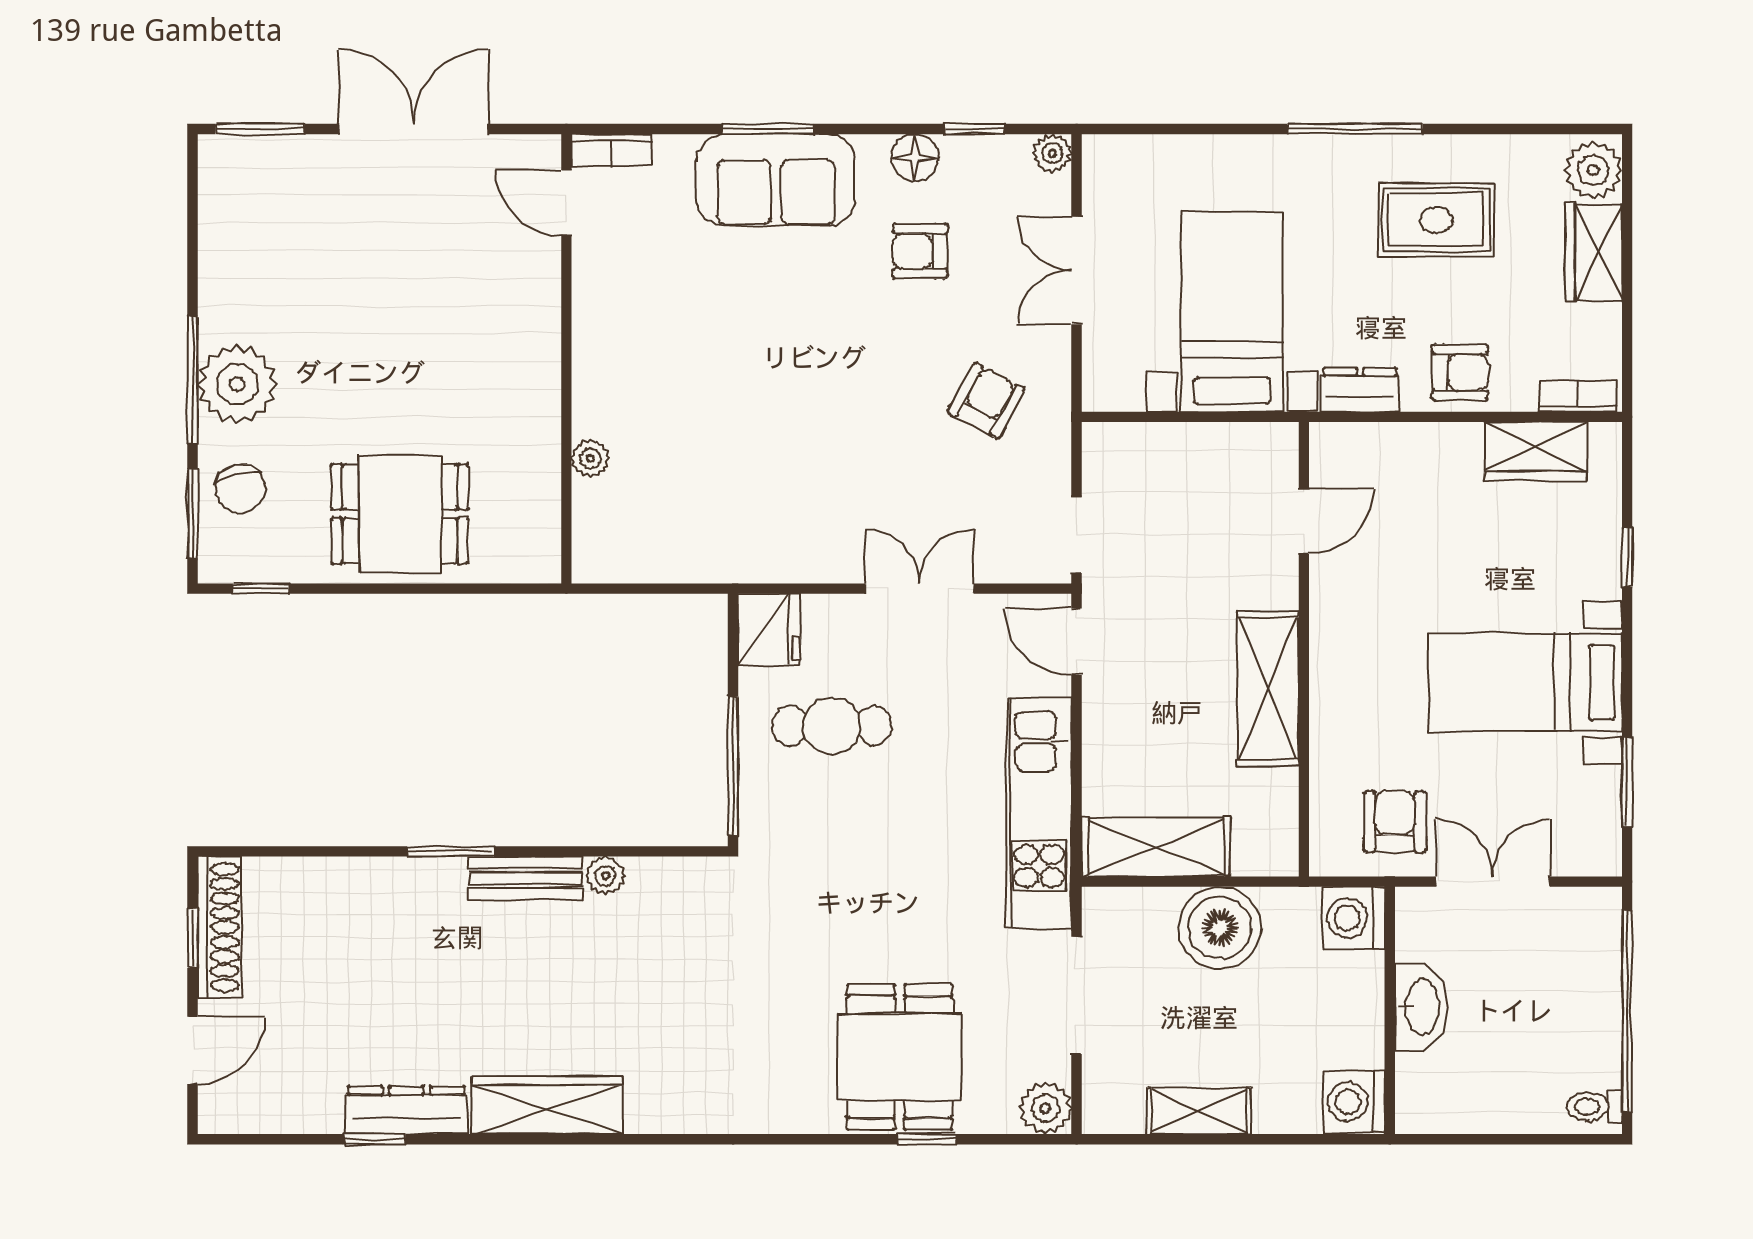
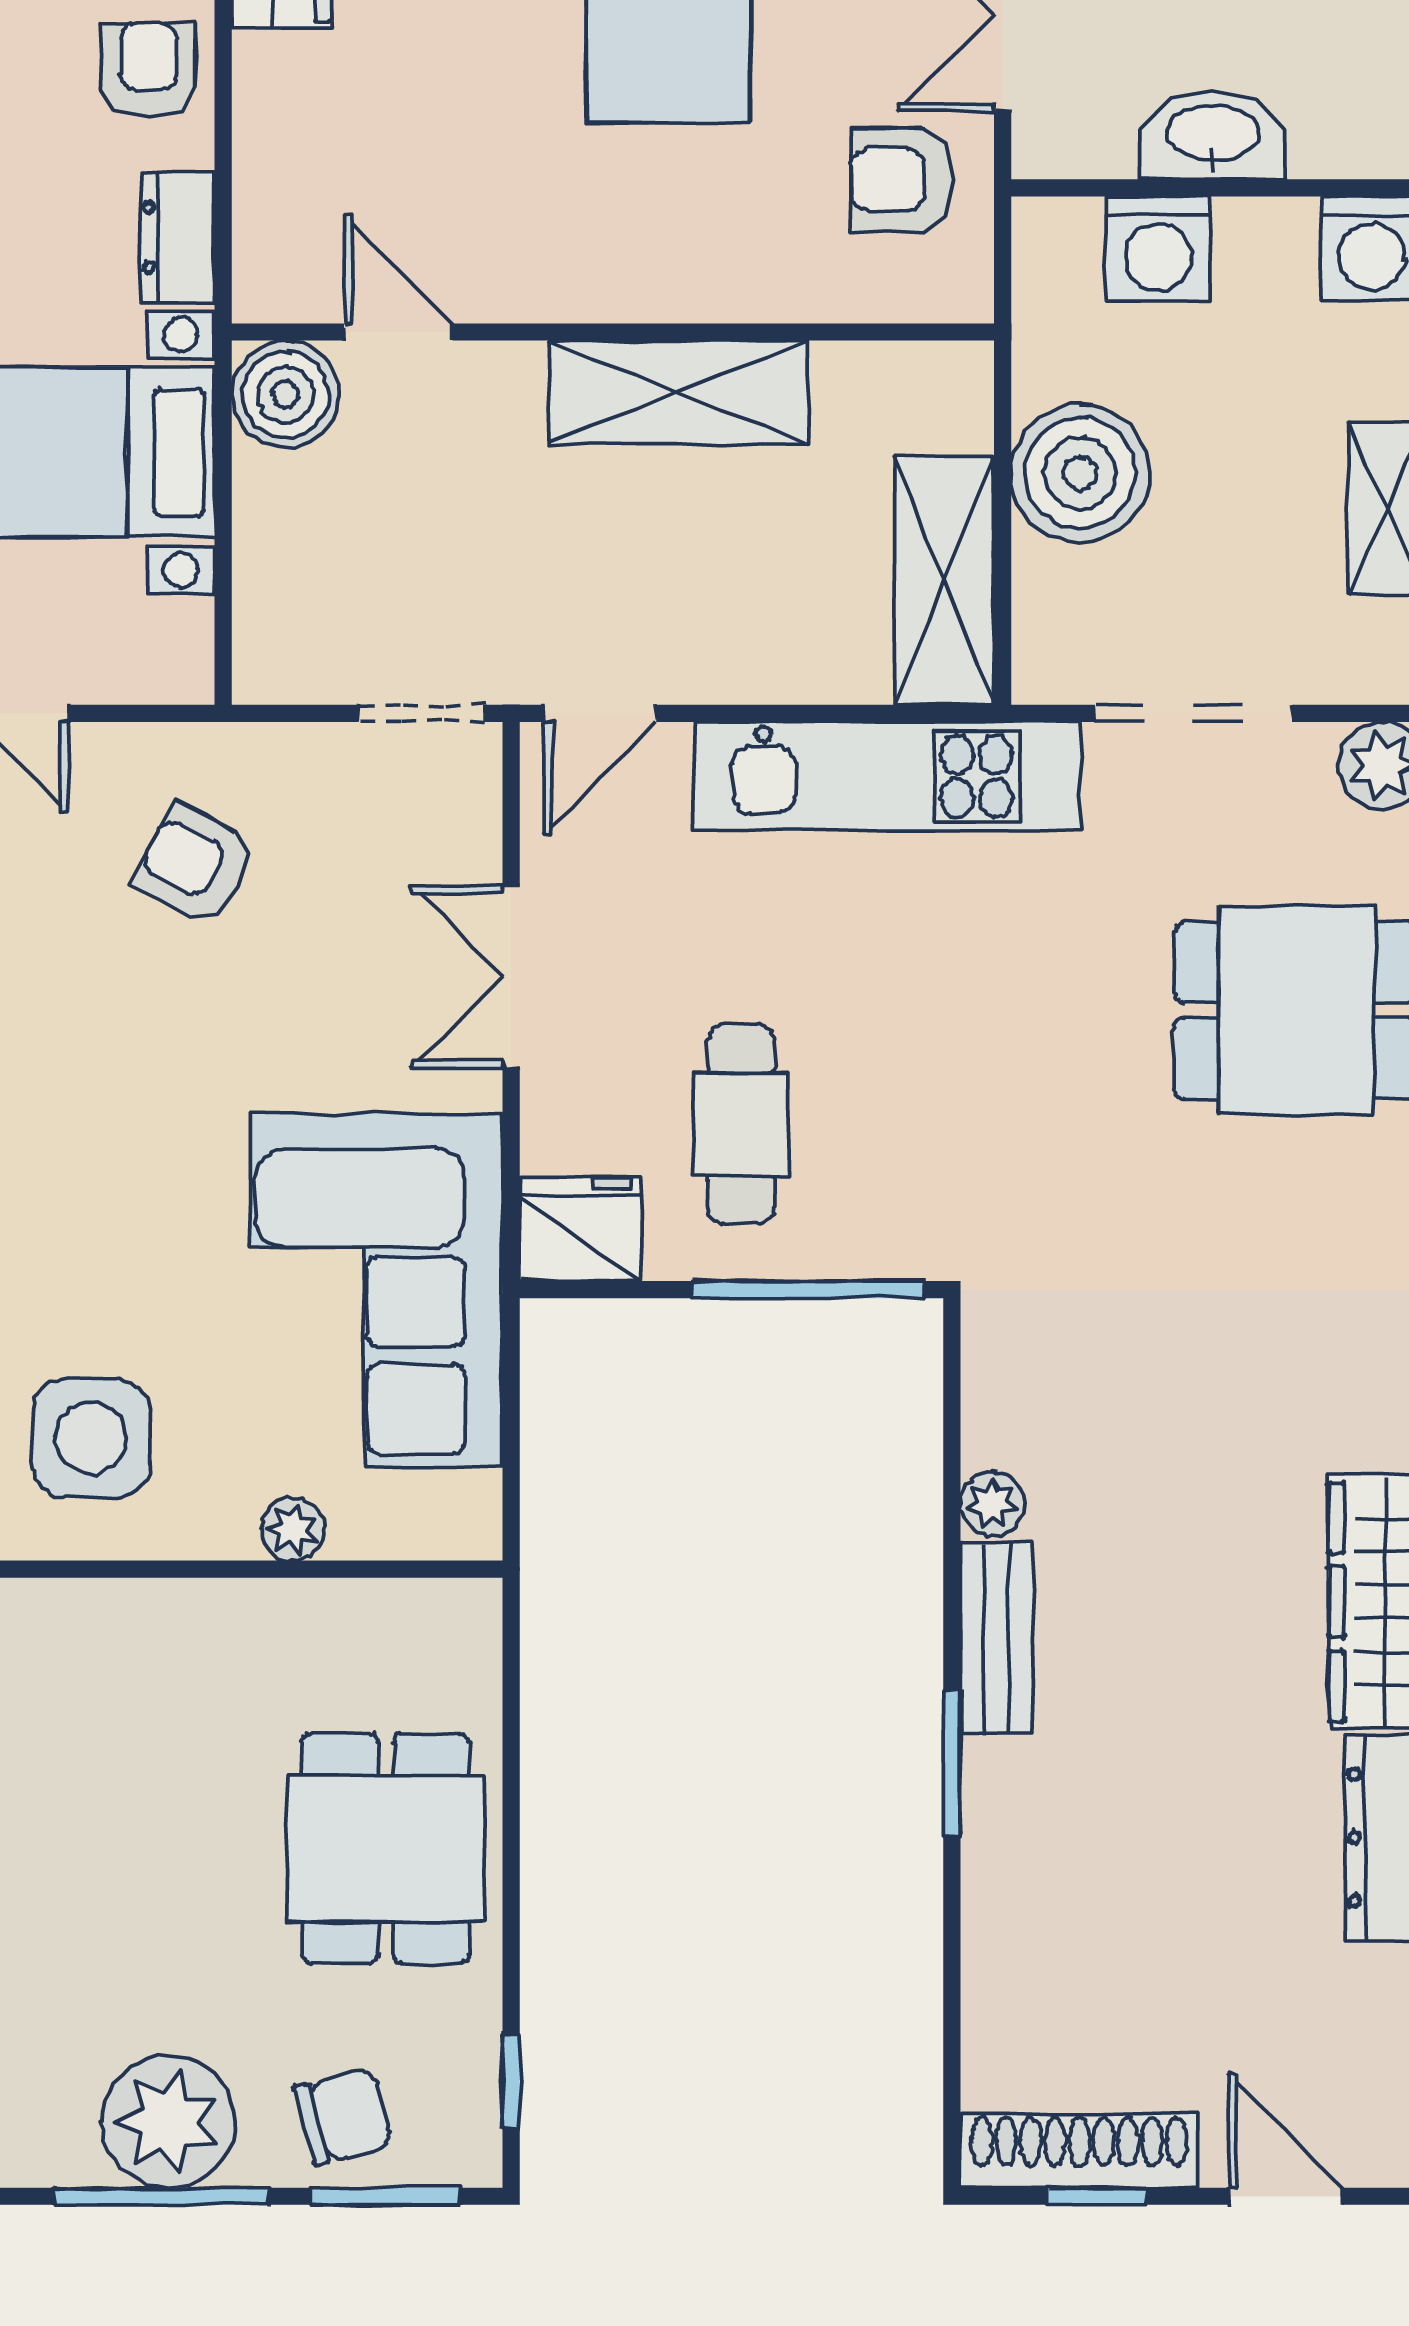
side table: (645, 338) -> (91, 1438), added
boiler: (1267, 454) -> (285, 394), added
corner sofa: (733, 509) -> (377, 1290), added
washing machine: (1353, 918) -> (1158, 249), moved

